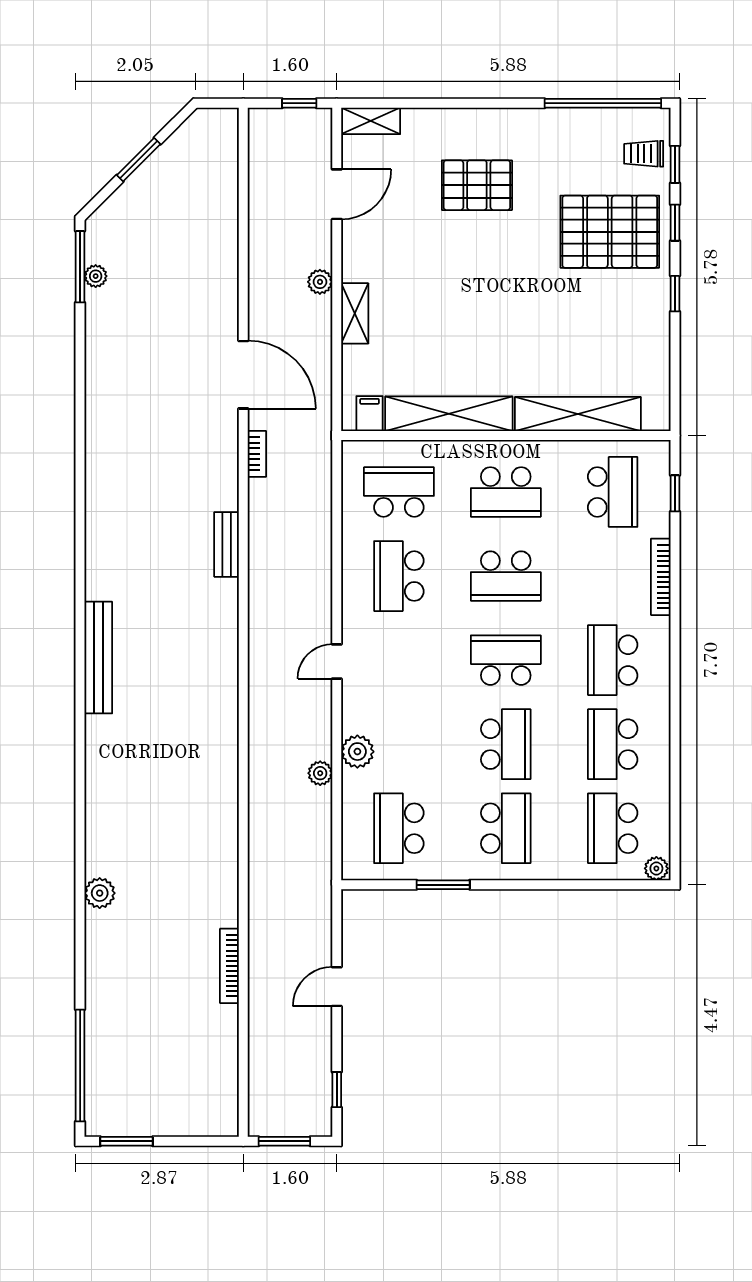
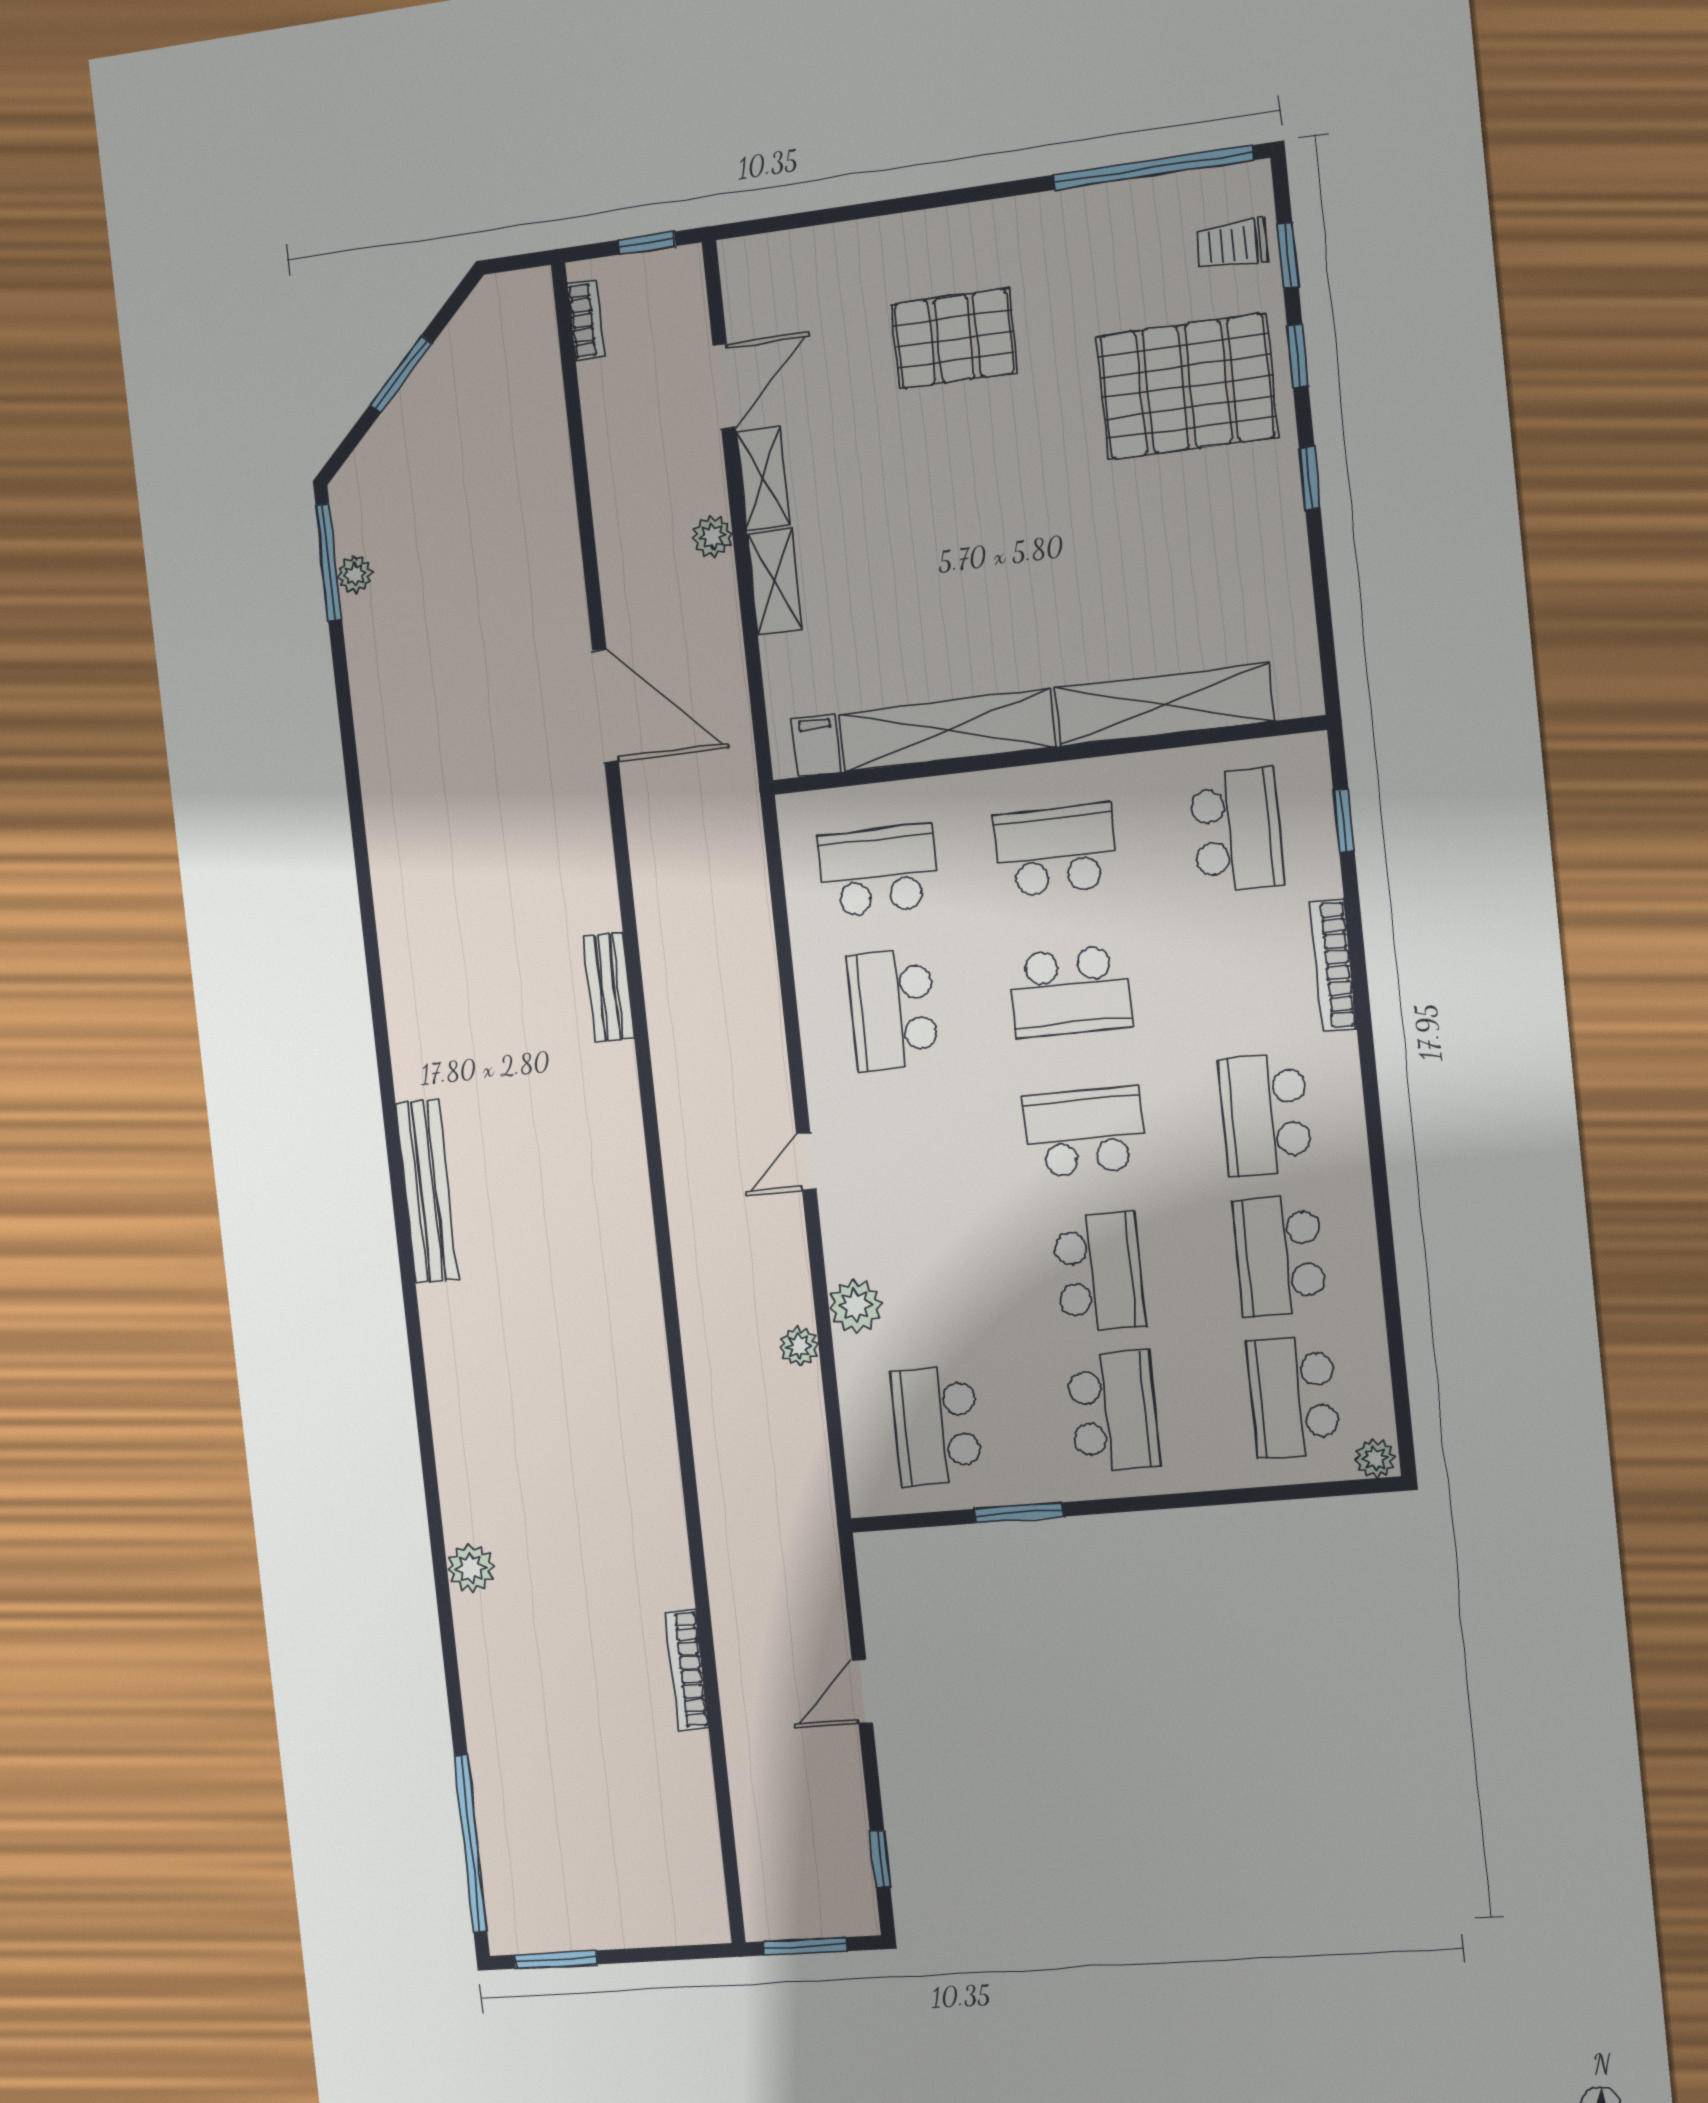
shelving: (371, 121) -> (763, 478), moved, turned 90
bookcase: (257, 454) -> (586, 320), moved
school desk: (506, 492) -> (1056, 850), turned 180

